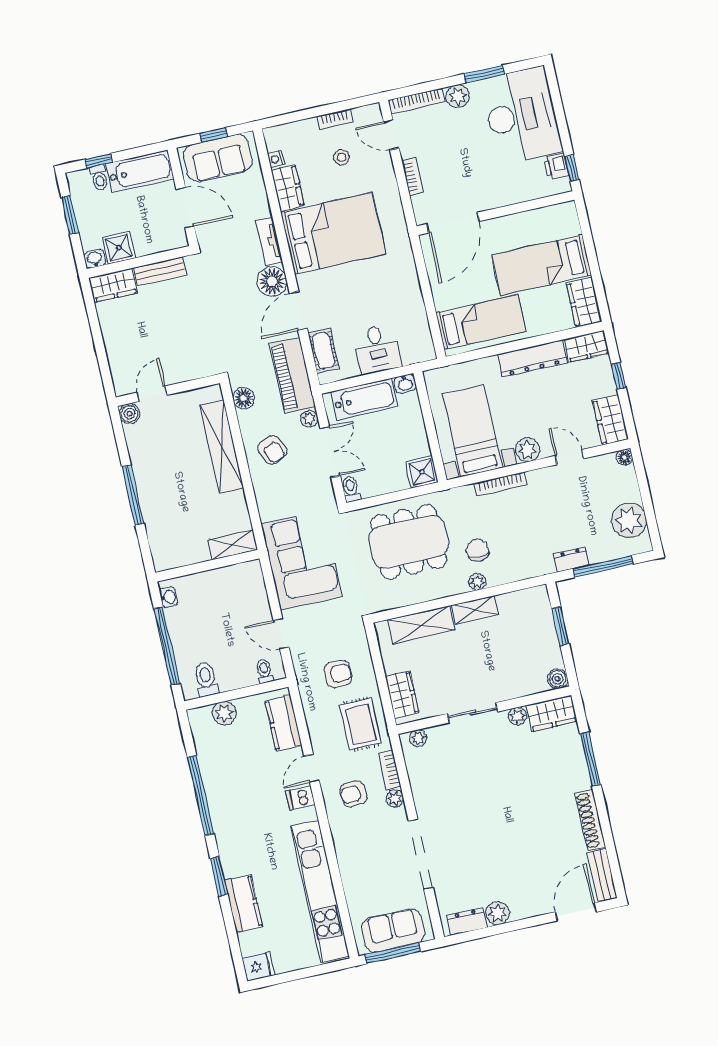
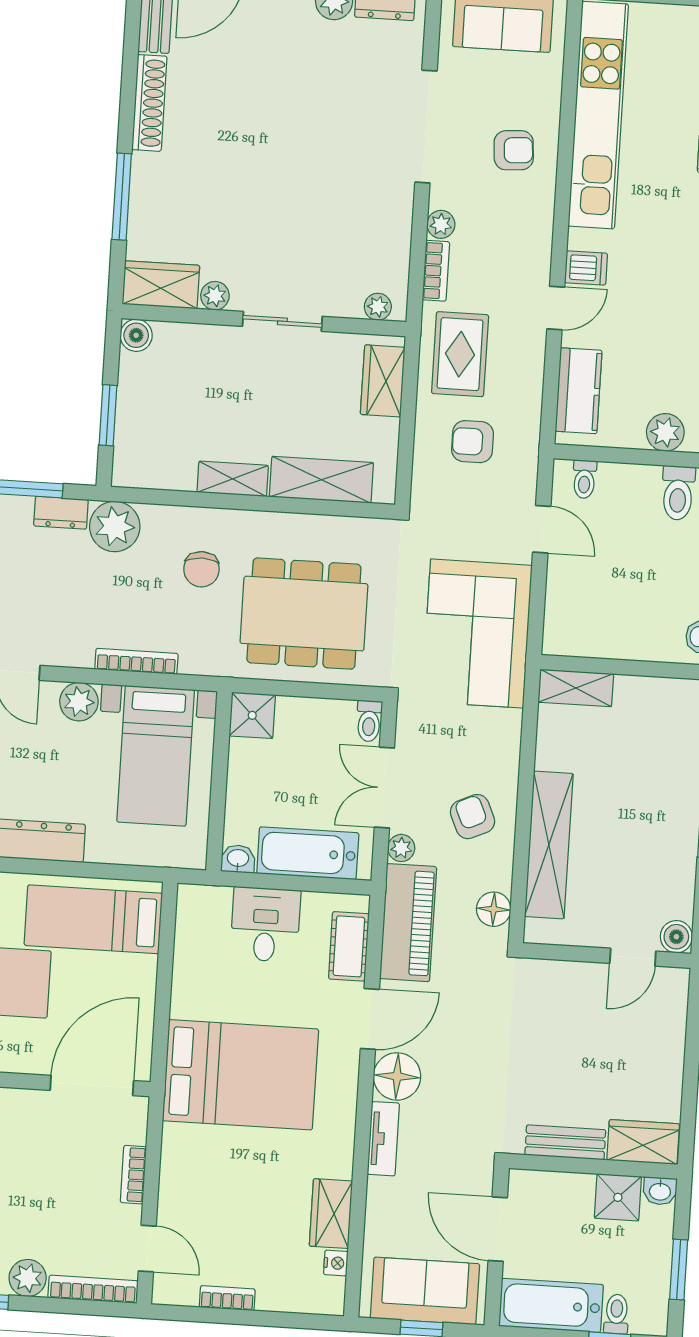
stool: (341, 157) -> (234, 1236), removed
bed: (333, 233) -> (241, 1075), moved, turned 180
plant: (477, 582) -> (115, 526), moved, width x1.88, depth x1.88
armchair: (353, 794) -> (514, 150), moved

